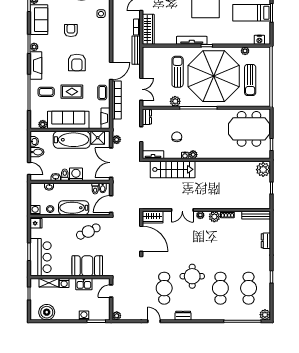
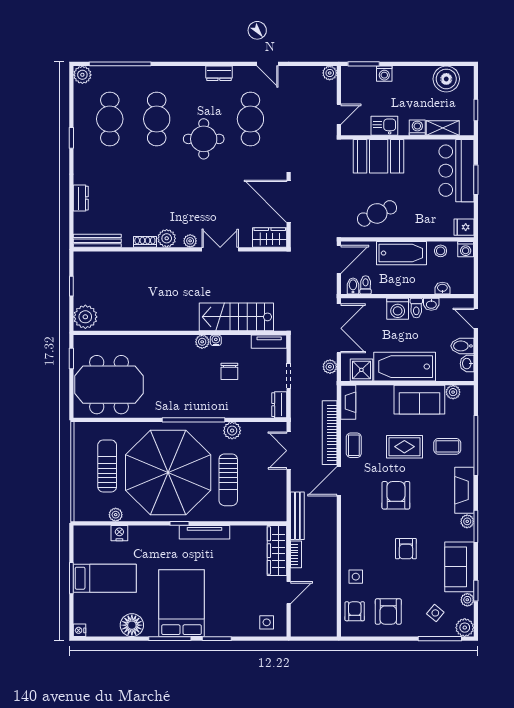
nightstand: (259, 40) -> (119, 533), moved
sofa: (68, 120) -> (419, 400), width x0.73

